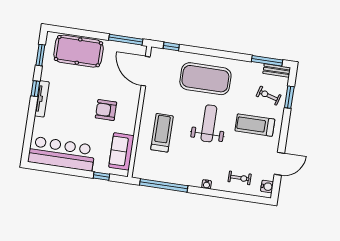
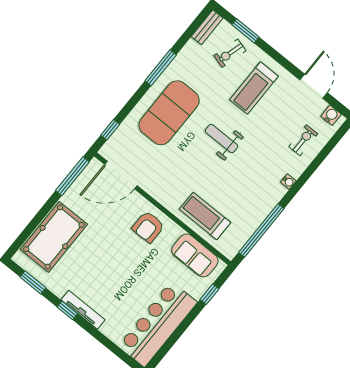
window: (267, 61) -> (161, 68), moved
armchair: (106, 110) -> (148, 227), moved
weight bench: (209, 123) -> (222, 139), width x0.73, depth x0.75
treadmill: (162, 133) -> (205, 216), moved

